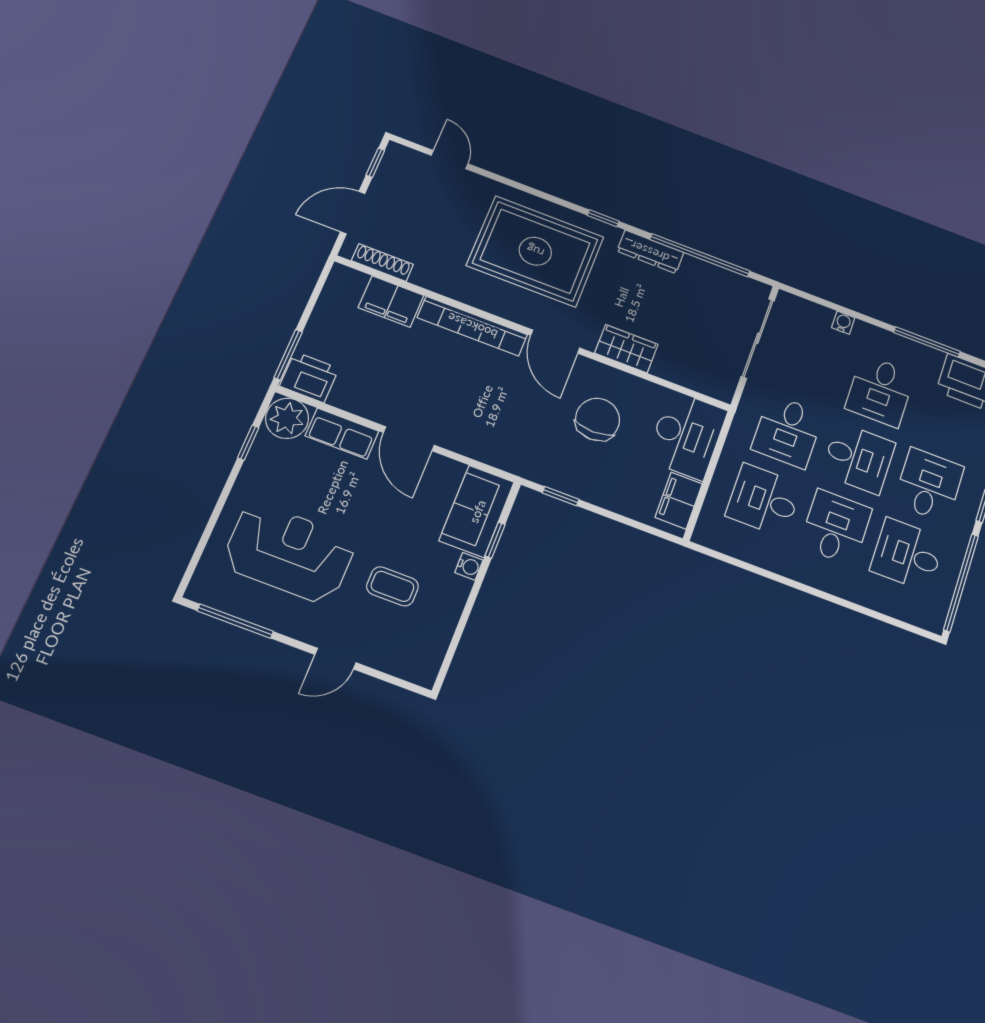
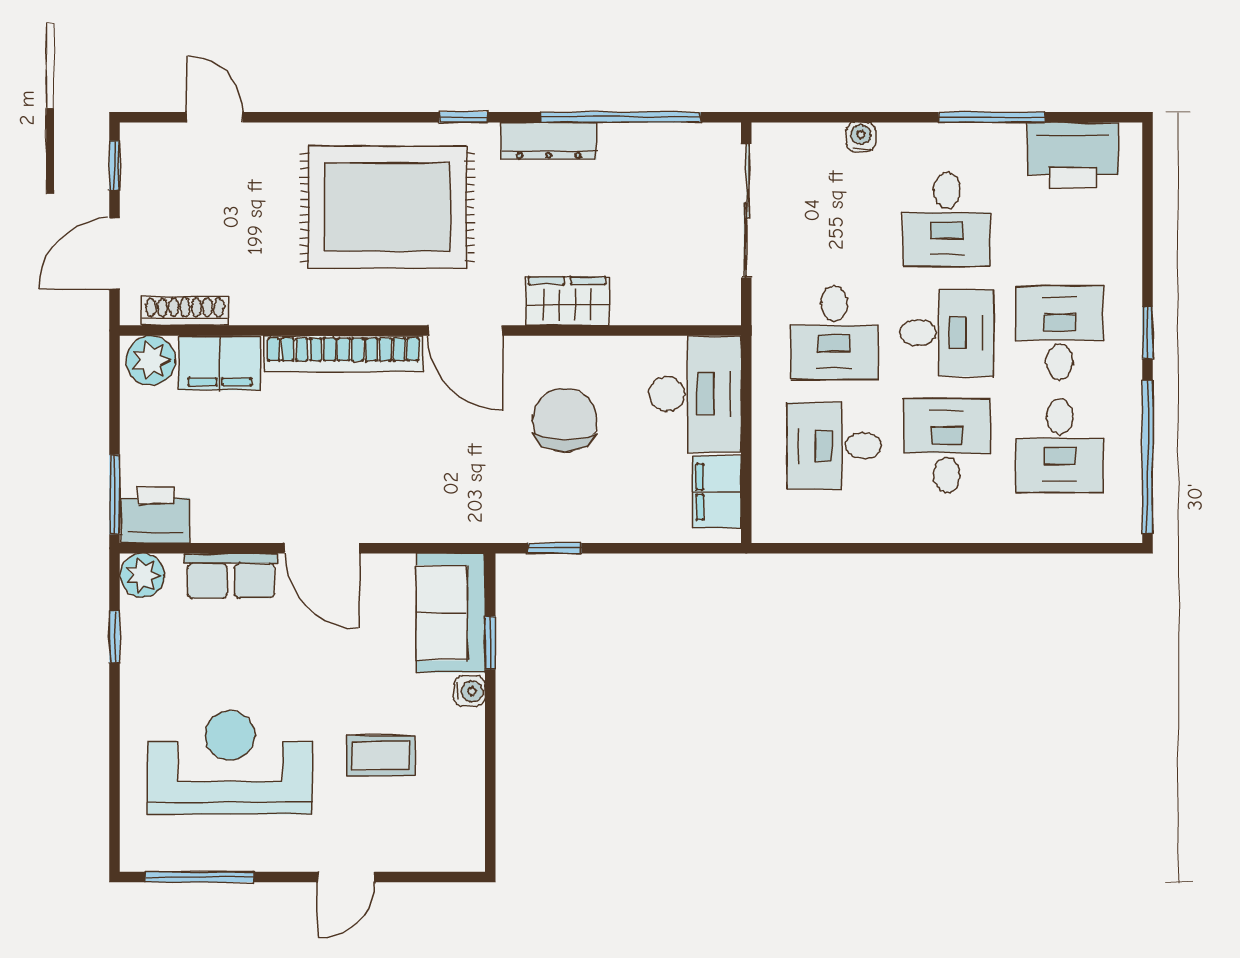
plant: (348, 283) -> (151, 360), added
plant: (287, 418) -> (143, 575), width x0.73, depth x0.73
desk: (907, 555) -> (1060, 446), turned -90

